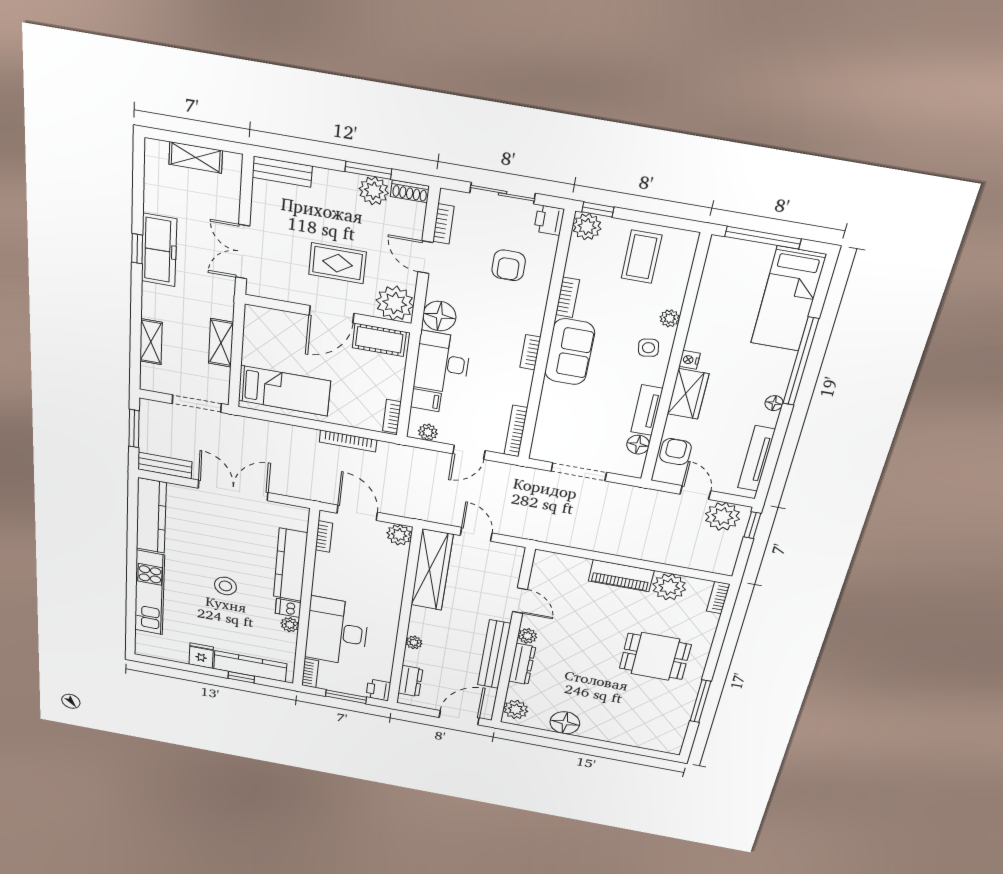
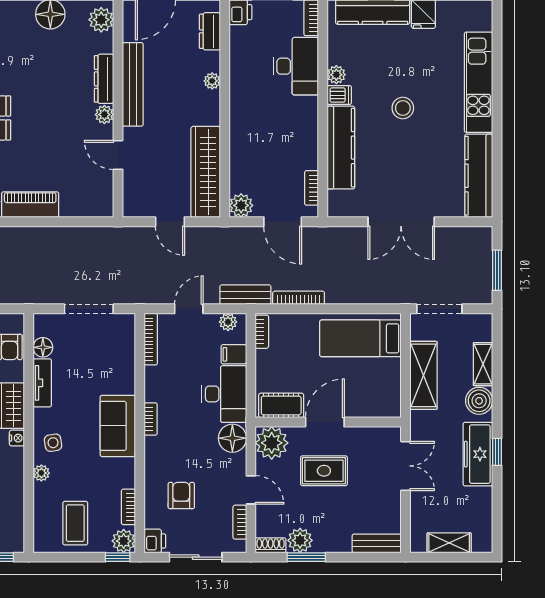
bookcase: (567, 297) -> (128, 507), moved
boiler: (156, 306) -> (479, 401), added
shelving: (221, 343) -> (423, 375), width x1.50, depth x1.33
bench: (165, 465) -> (245, 295), moved
desk: (337, 632) -> (296, 66), width x0.73, depth x0.77

